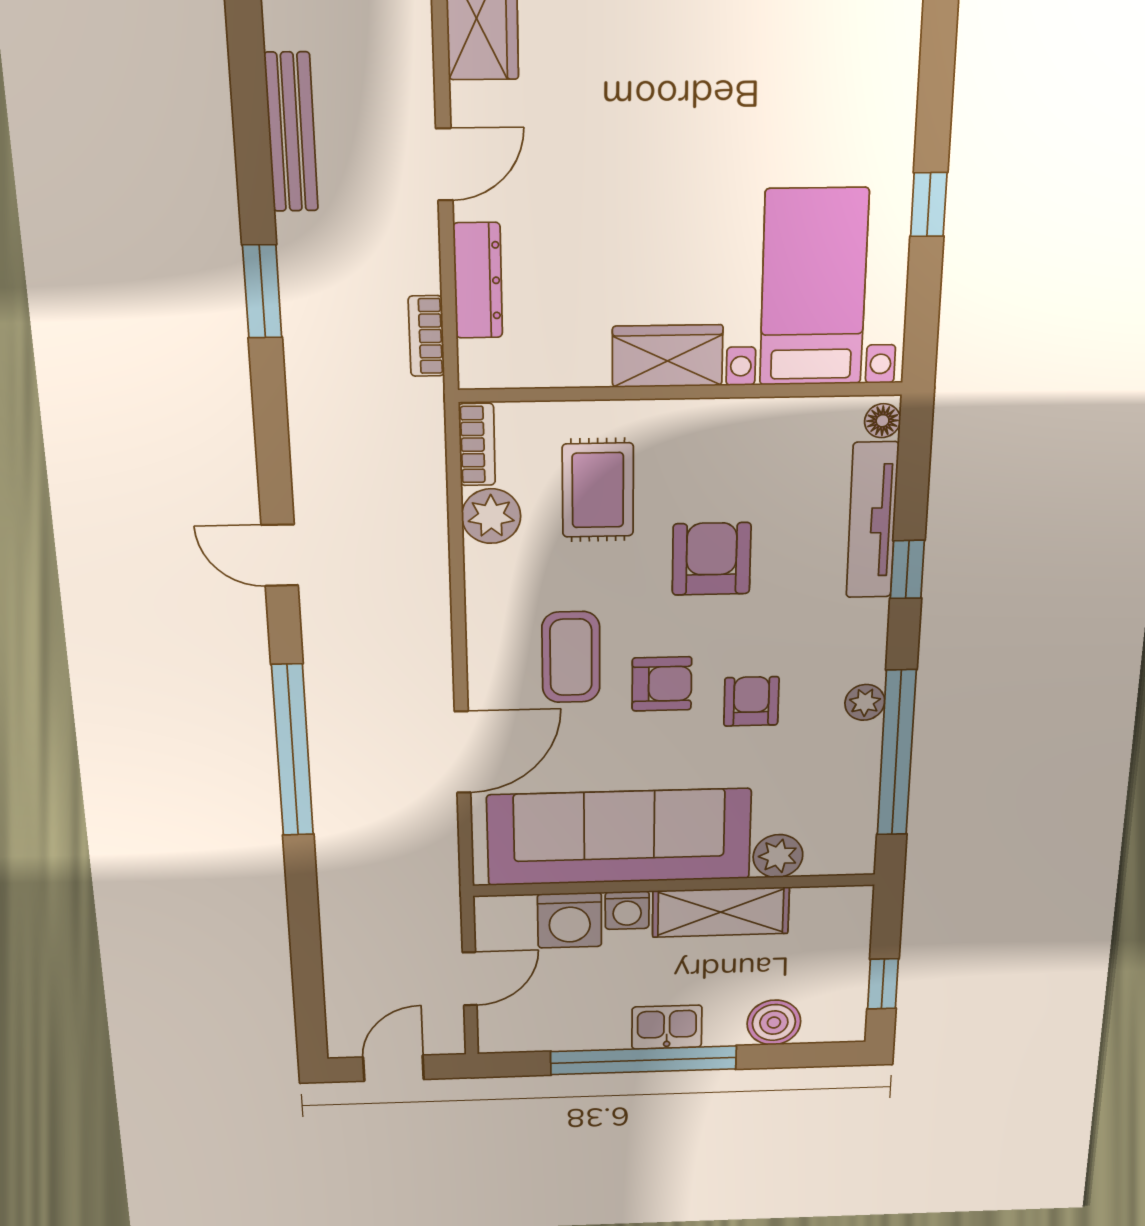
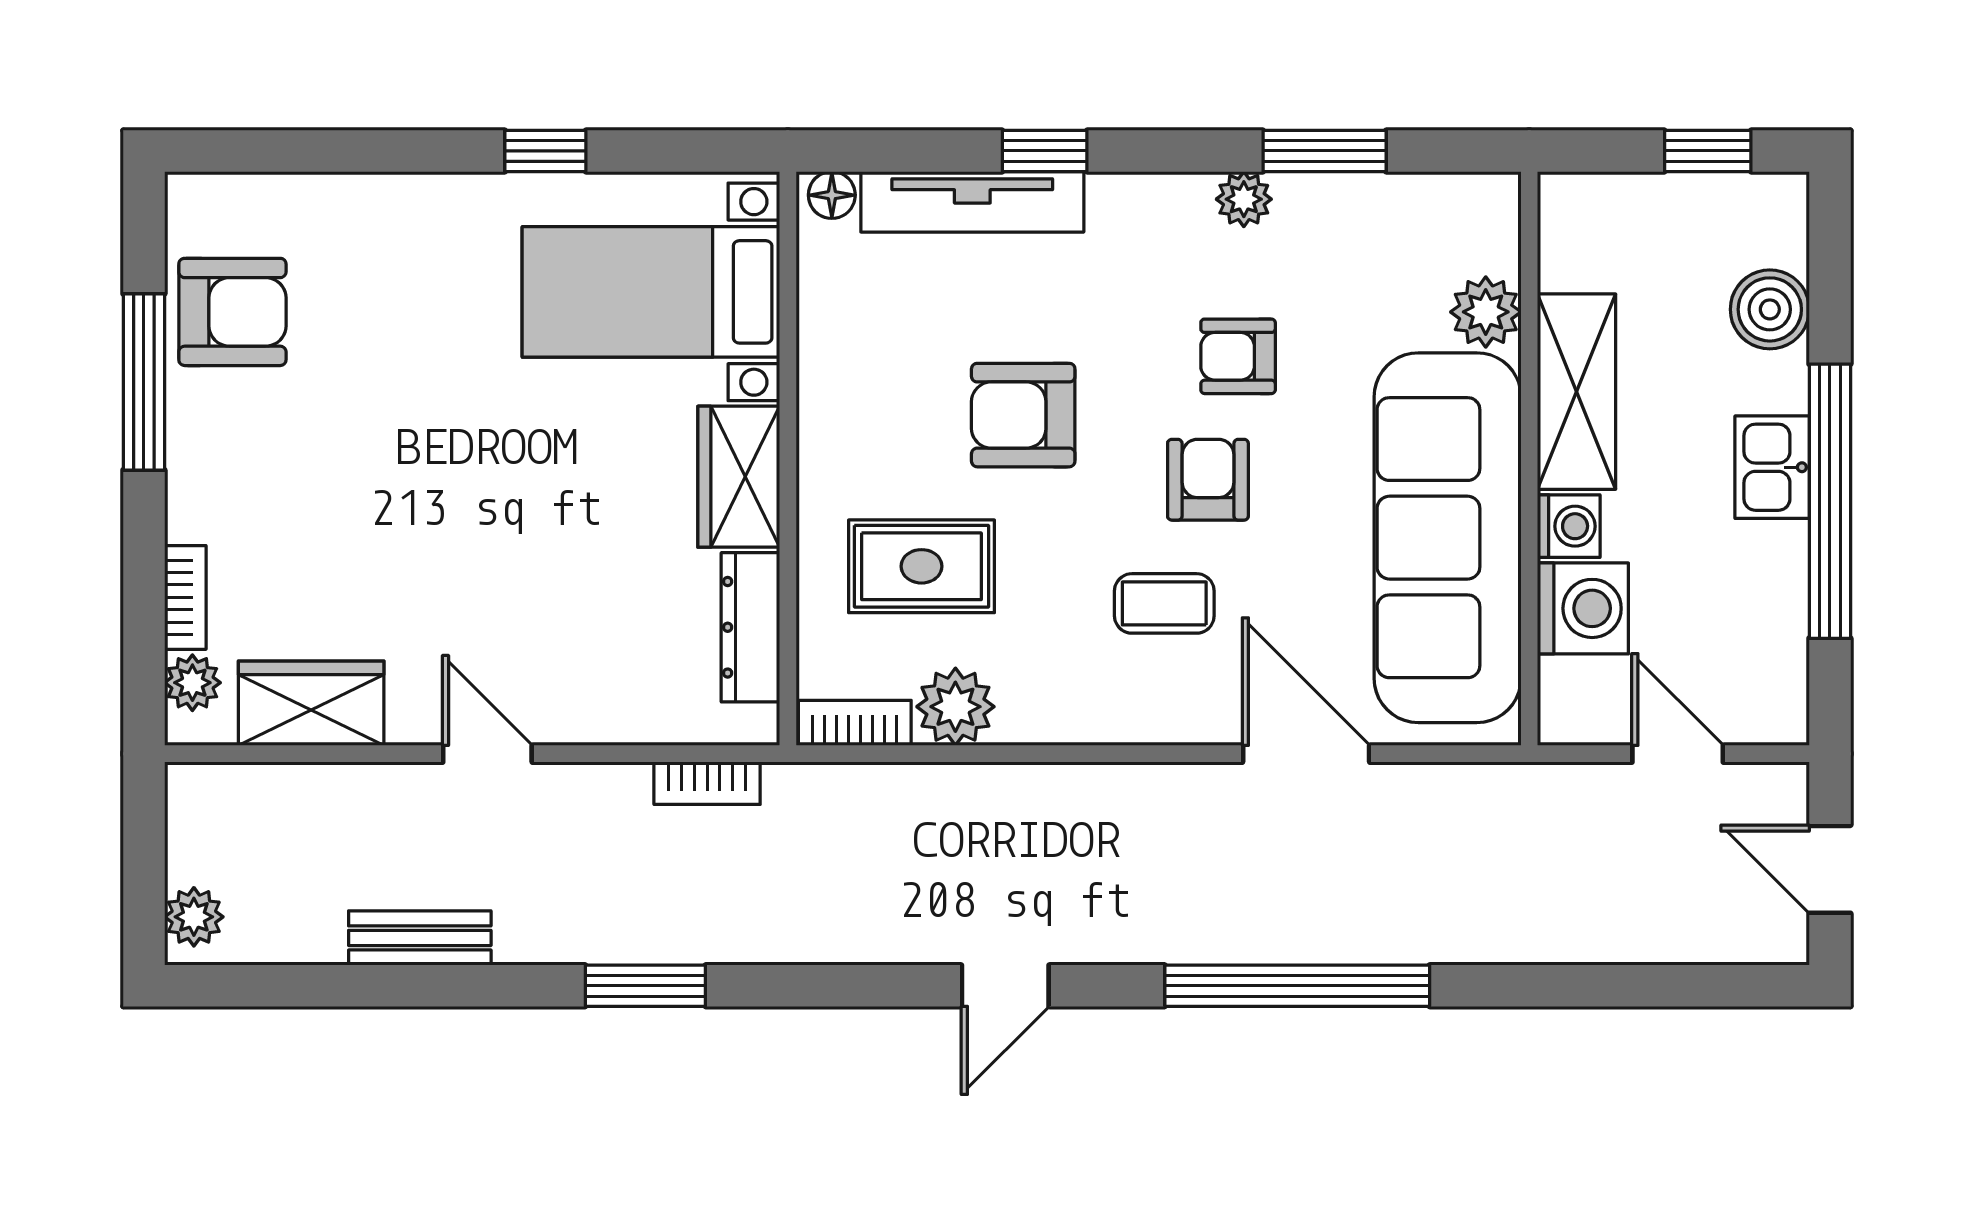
bench: (291, 132) -> (420, 938), width x0.73
dresser: (478, 281) -> (750, 627), moved, turned -90
coffee table: (571, 657) -> (1164, 603), width x0.73, depth x0.77
window: (897, 753) -> (1325, 151), width x0.47

